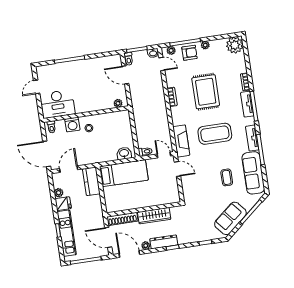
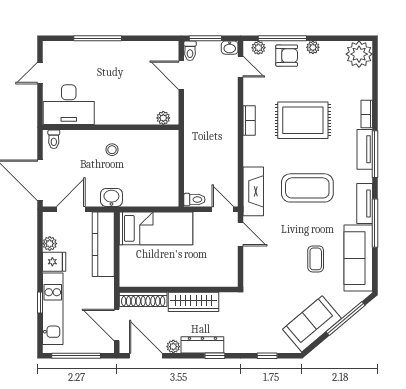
rug: (206, 92) -> (303, 120), turned 90
washing machine: (72, 125) -> (87, 140), removed
washbasin: (124, 153) -> (111, 197), moved
kitchen counter: (91, 181) -> (103, 244), width x1.50

